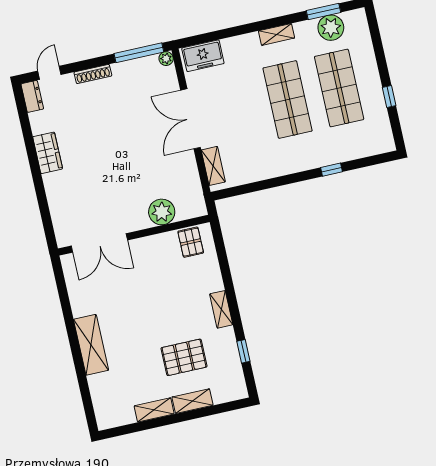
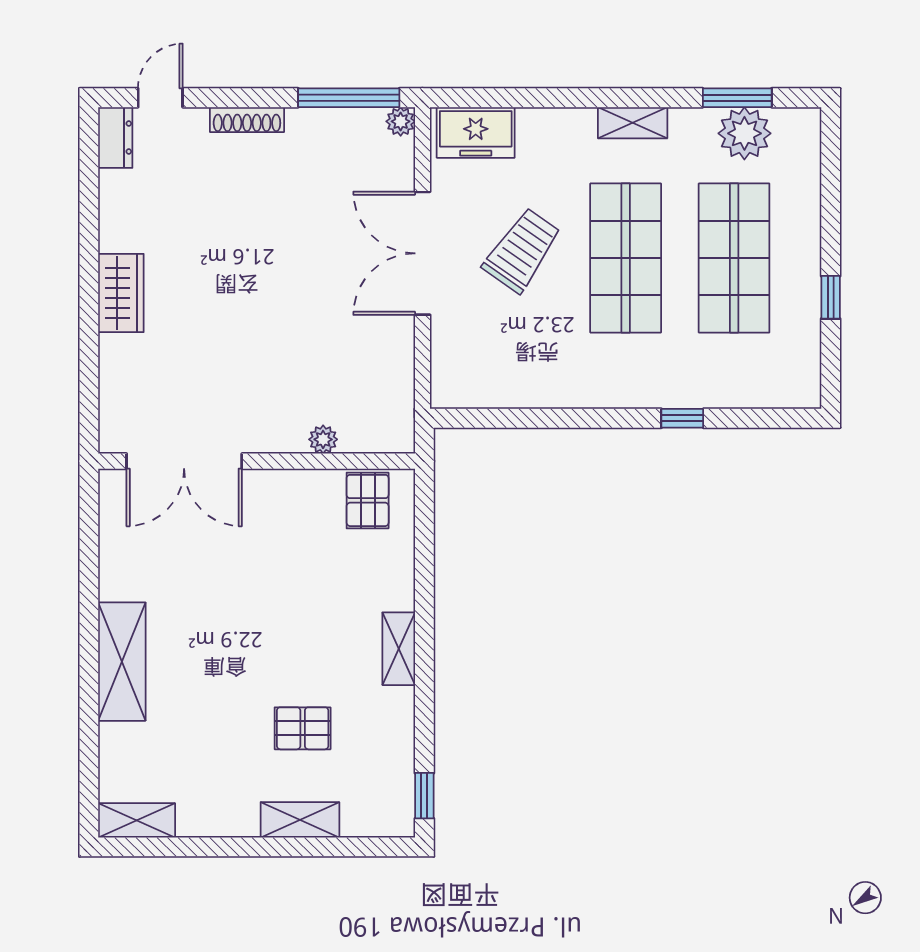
trolley: (237, 107) -> (522, 250), added
wardrobe: (48, 153) -> (121, 293), moved
shelving: (213, 166) -> (447, 358), removed
plant: (162, 212) -> (323, 439), width x0.53, depth x0.53
window: (243, 351) -> (424, 796), moved
pallet: (184, 357) -> (303, 728), width x0.67, depth x0.71
shelving: (154, 410) -> (137, 820), moved

